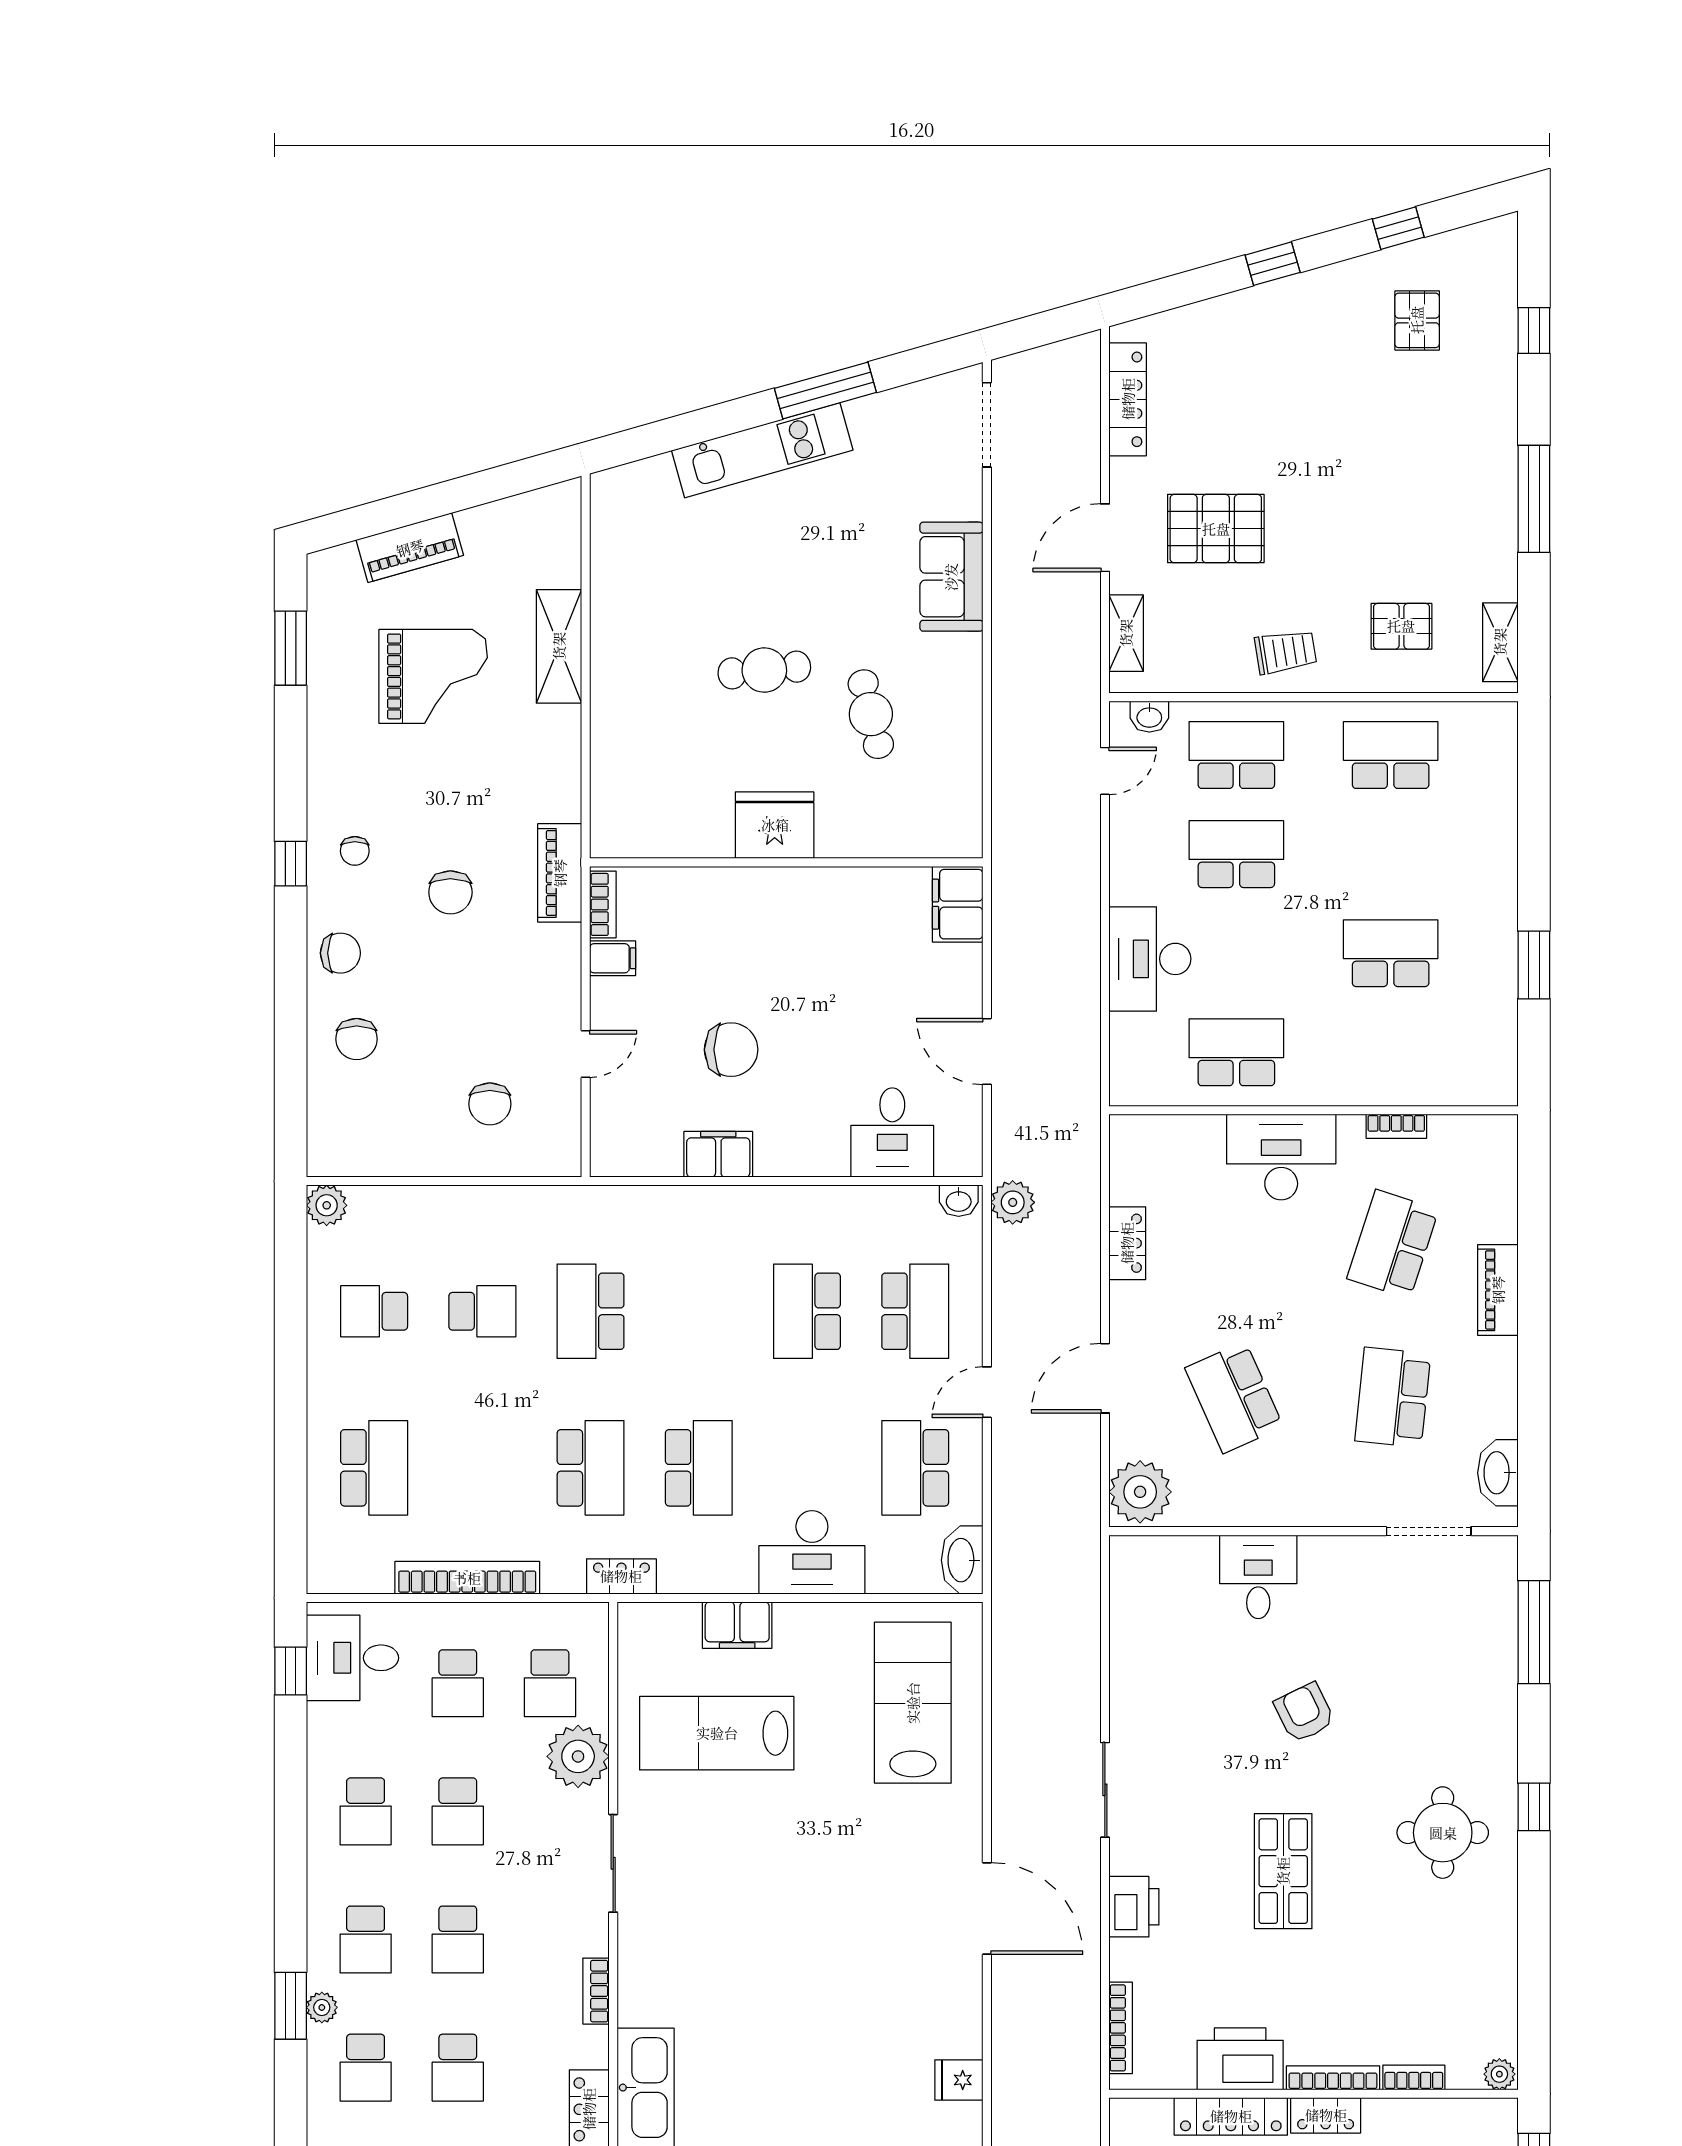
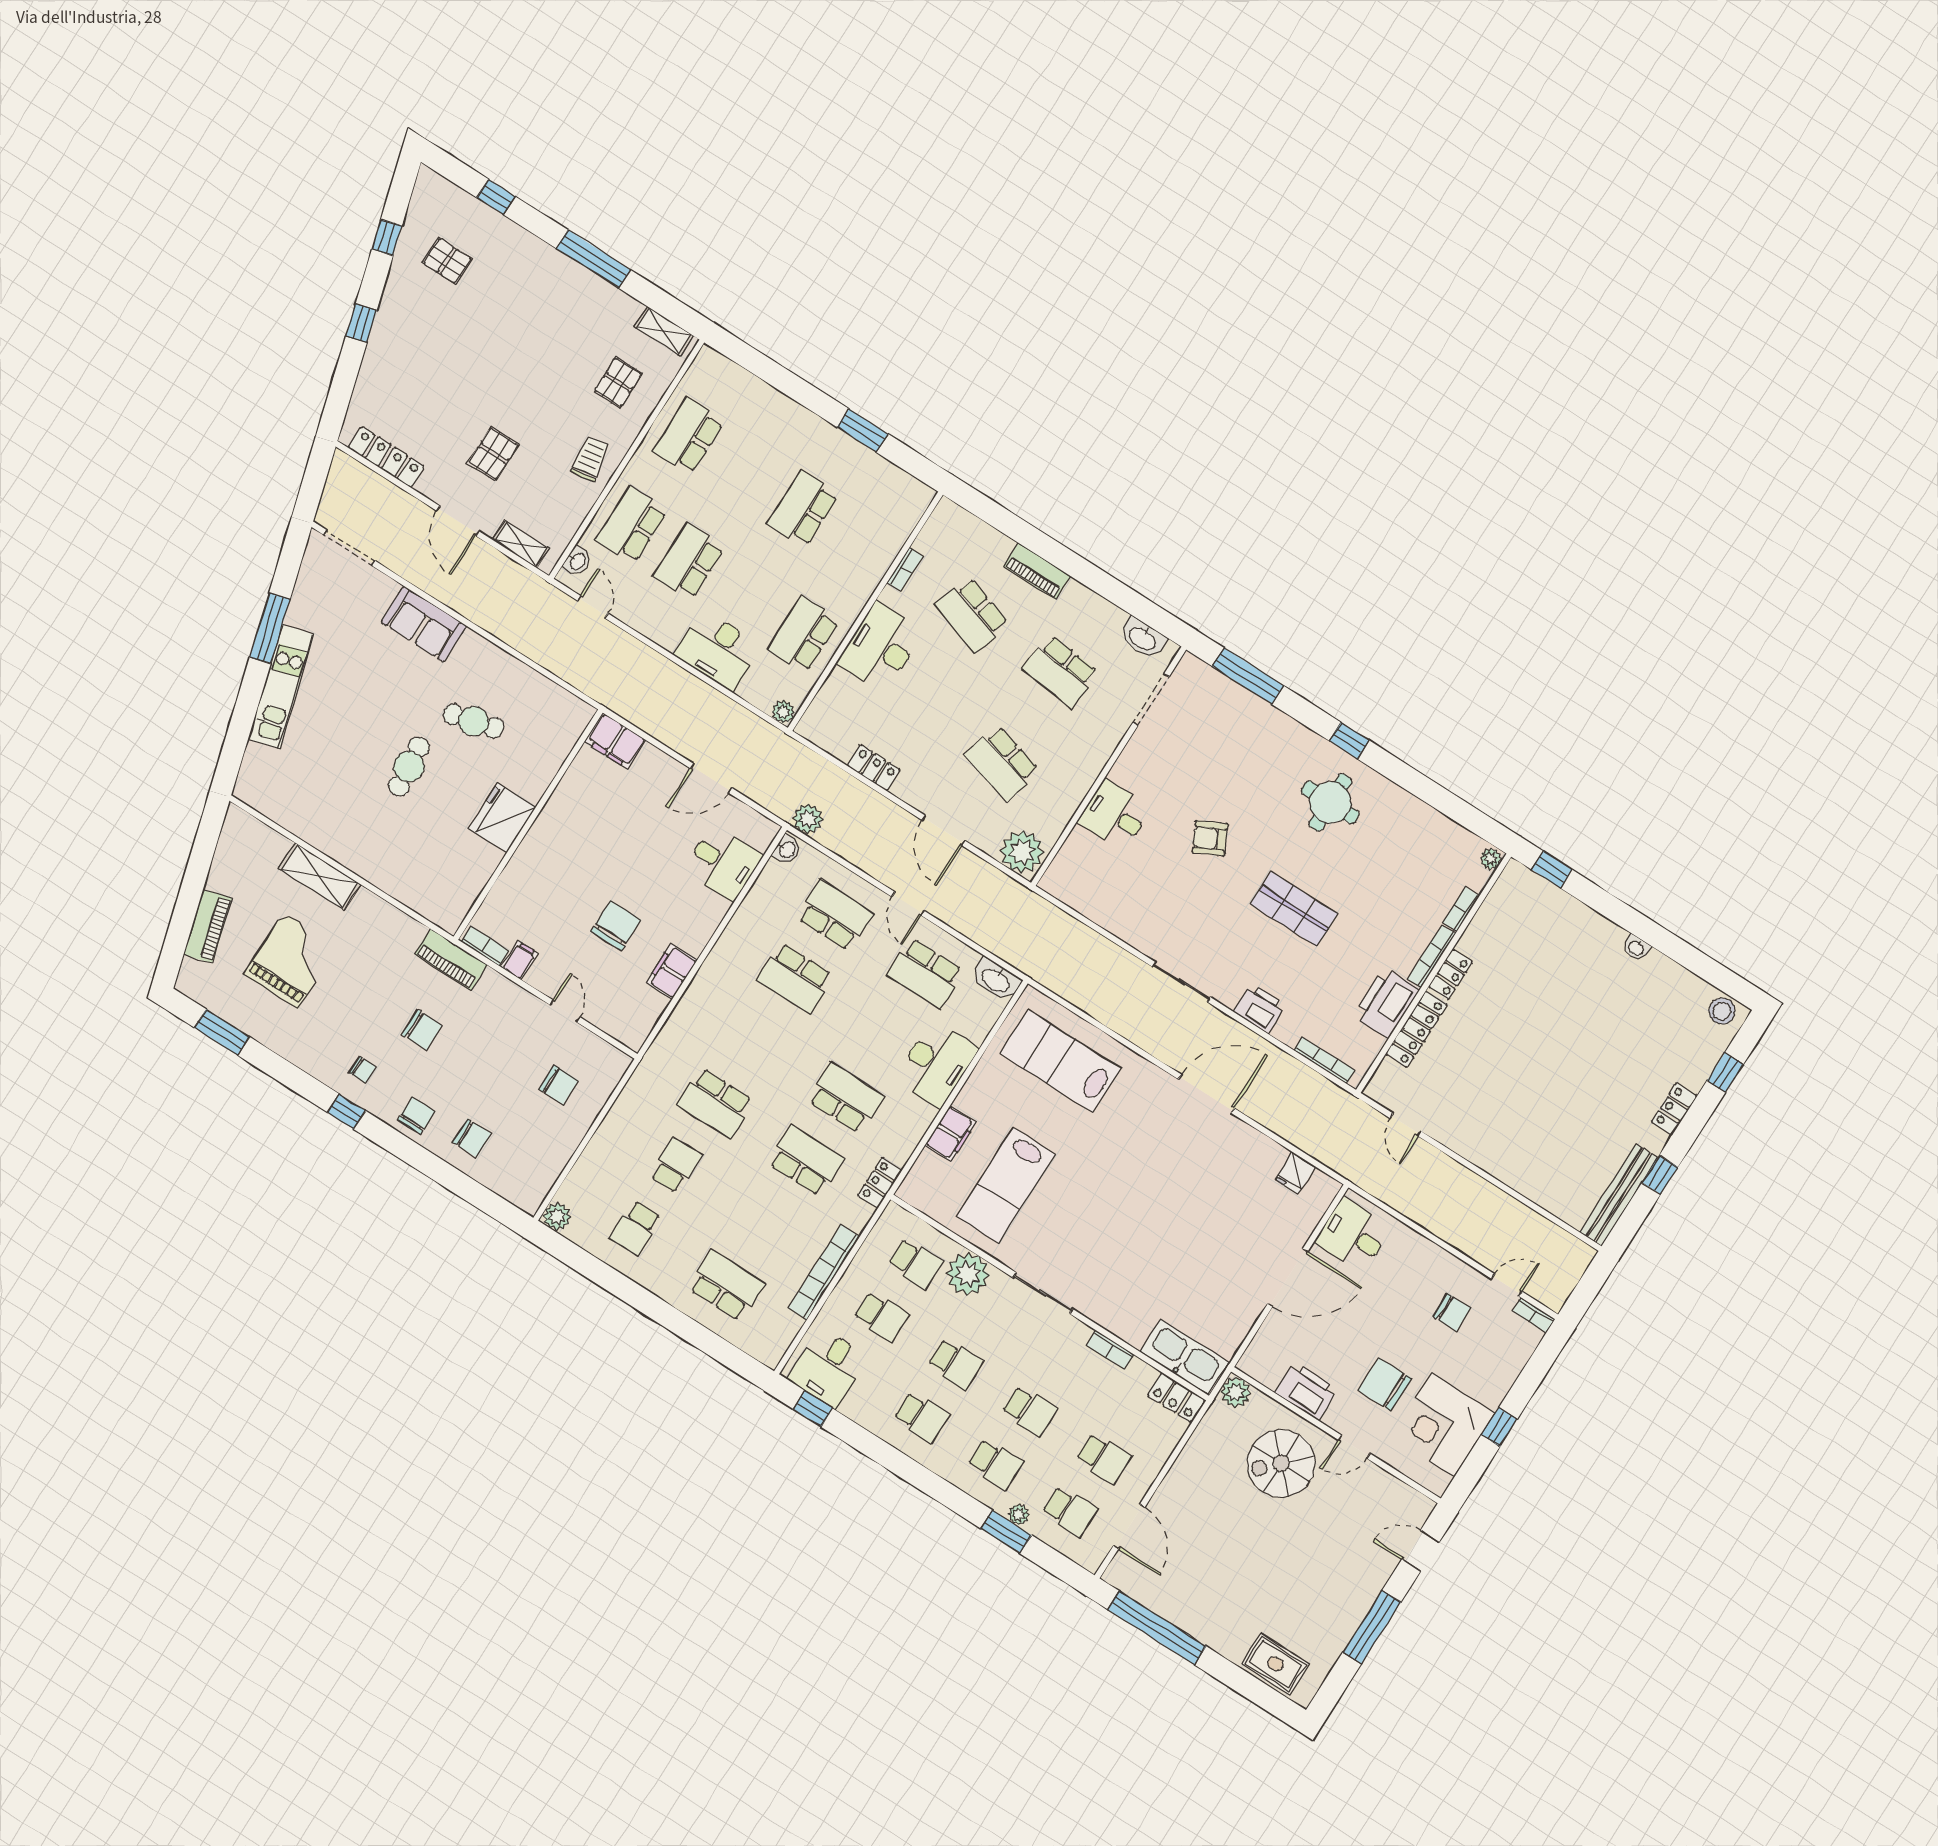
pallet: (1216, 529) -> (493, 454), width x0.67, depth x0.71
plant: (1125, 1088) -> (783, 712), added
school desk: (1234, 1397) -> (1002, 763), turned 39

